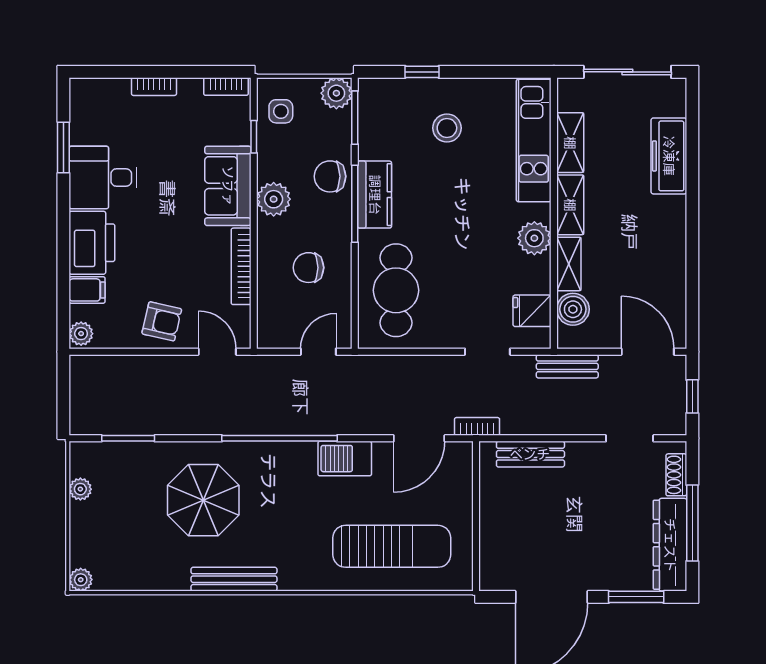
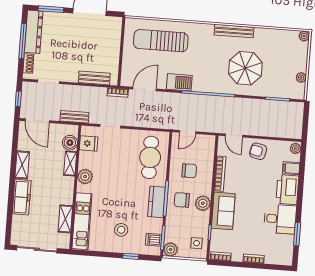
dishwasher: (375, 112) -> (154, 240), added
freezer: (669, 156) -> (22, 197), moved
chair: (330, 176) -> (182, 200), moved, turned 180
shelving: (570, 205) -> (22, 165), moved

